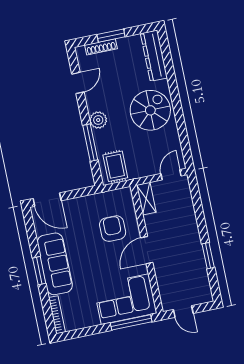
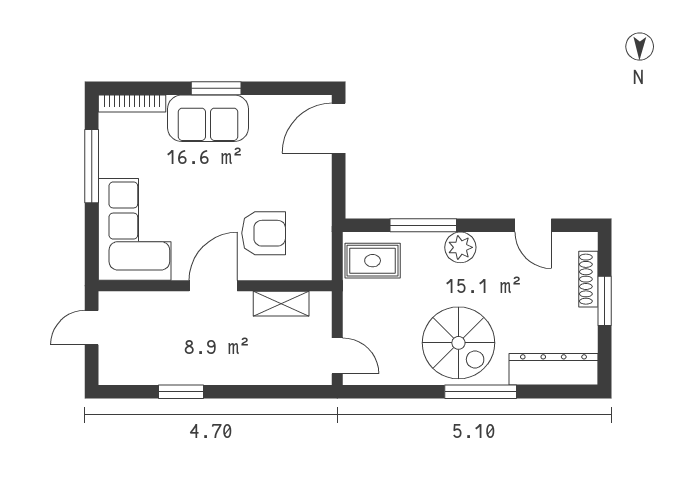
window: (174, 93) -> (481, 392), added
shelving: (146, 199) -> (281, 304), moved
door: (147, 250) -> (213, 286), hinge flipped
sofa: (55, 264) -> (208, 118), width x0.73
window: (131, 322) -> (92, 166), moved

